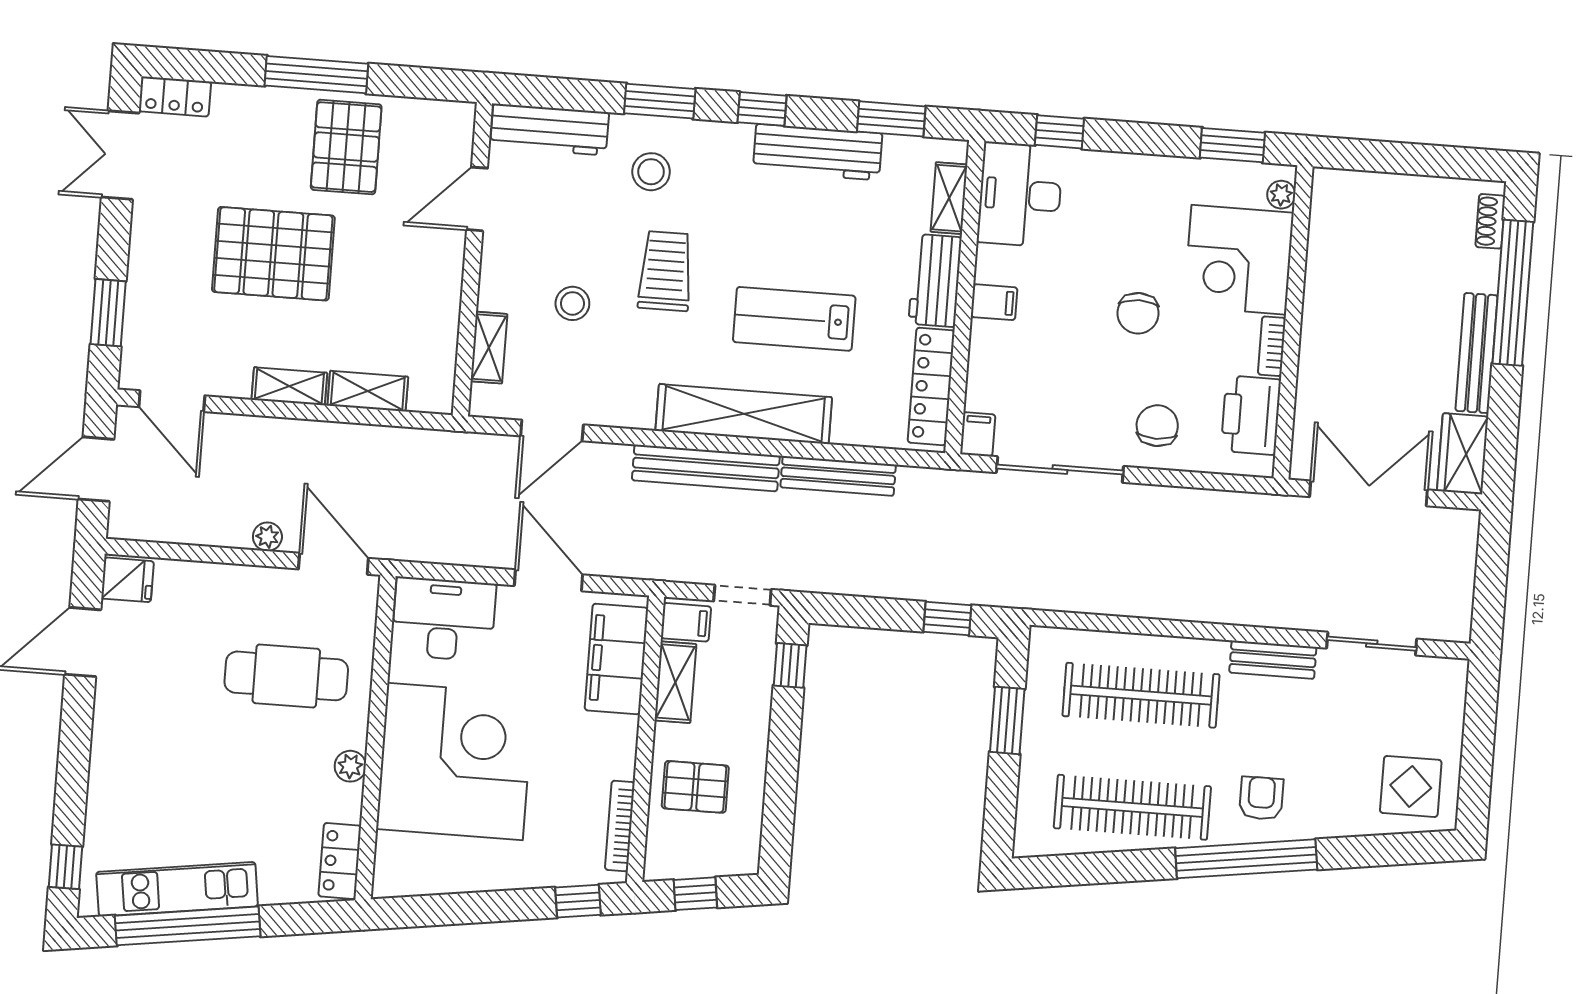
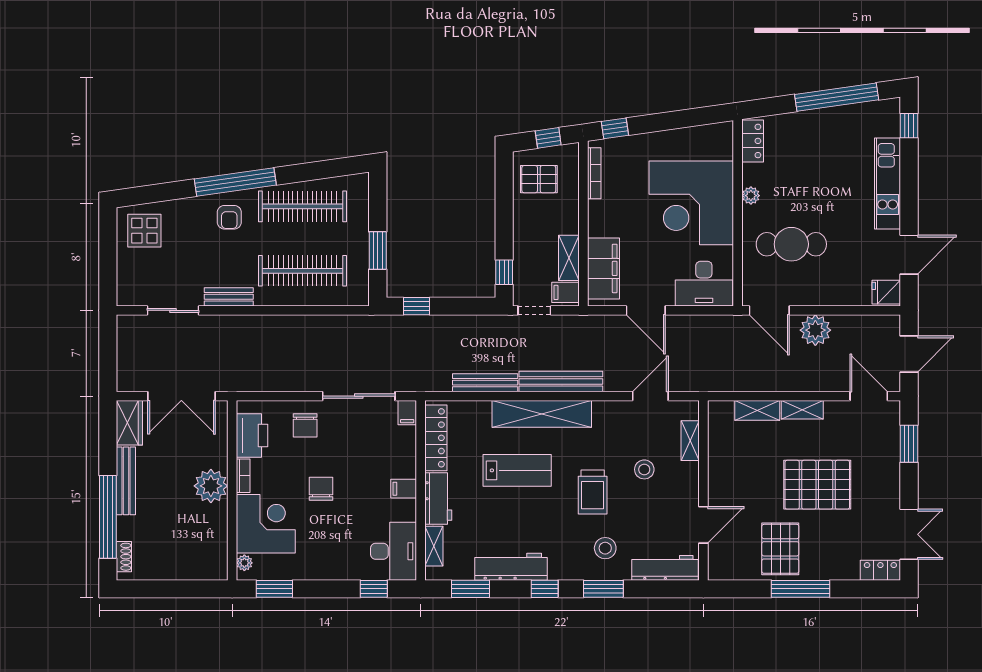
plant: (1329, 333) -> (211, 486), added
plant: (267, 537) -> (815, 330), width x1.87, depth x1.87
pallet: (695, 787) -> (539, 179), moved
kitchen unit: (177, 889) -> (888, 184), moved, turned 98

